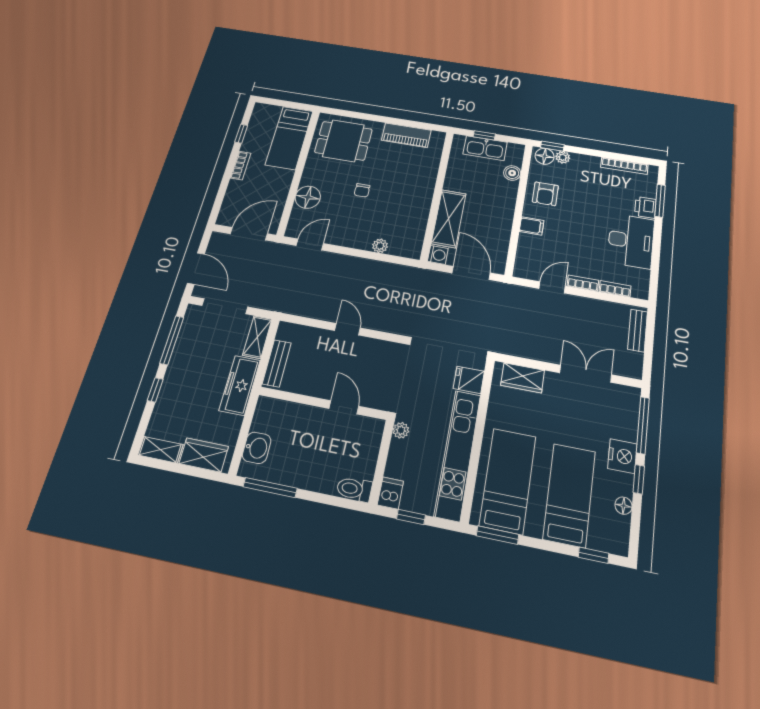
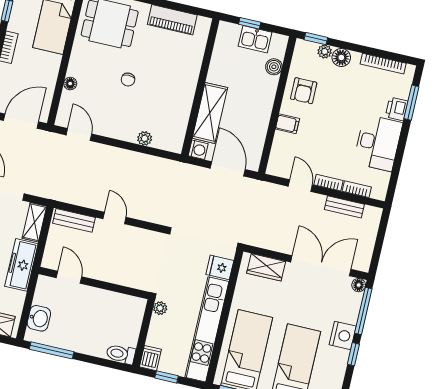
kitchen sink: (485, 148) -> (255, 39), width x0.73
floor lamp: (545, 156) -> (341, 57), moved
floor lamp: (308, 197) -> (70, 84), width x0.53, depth x0.53
door: (310, 244) -> (79, 134), hinge flipped
door: (552, 287) -> (300, 186), hinge flipped
bench: (638, 330) -> (344, 207), moved, turned 90
bench: (277, 363) -> (74, 220), moved, turned 90
double door: (586, 374) -> (321, 266), width x1.37
door: (344, 407) -> (69, 277), moved
floor lamp: (624, 506) -> (359, 285), moved

